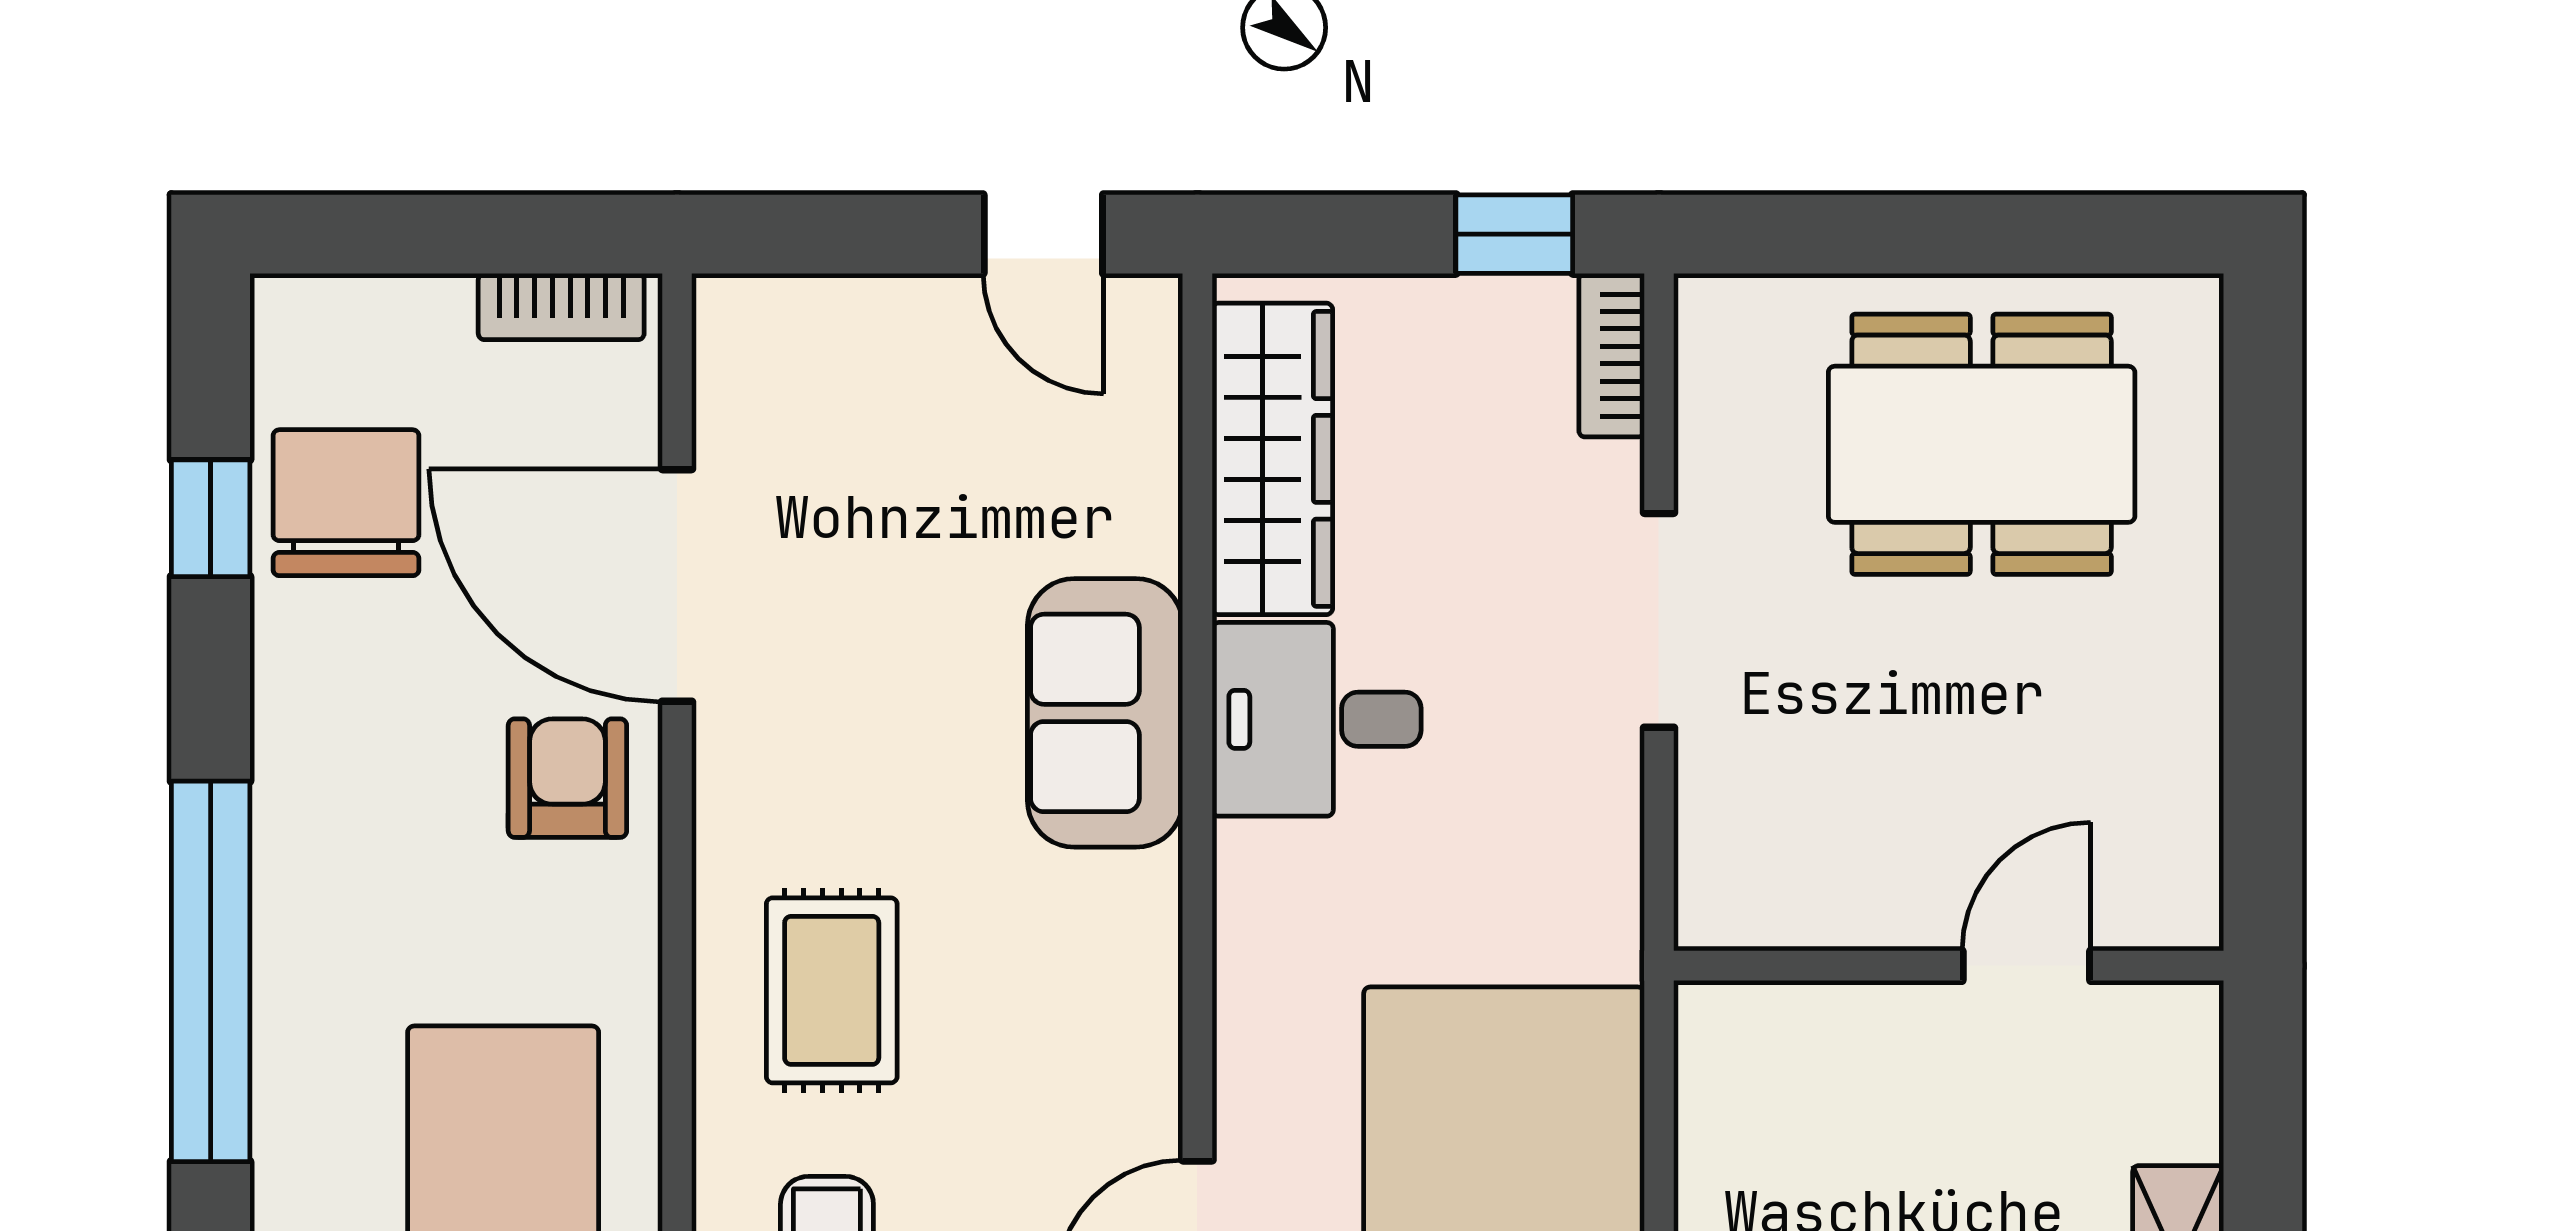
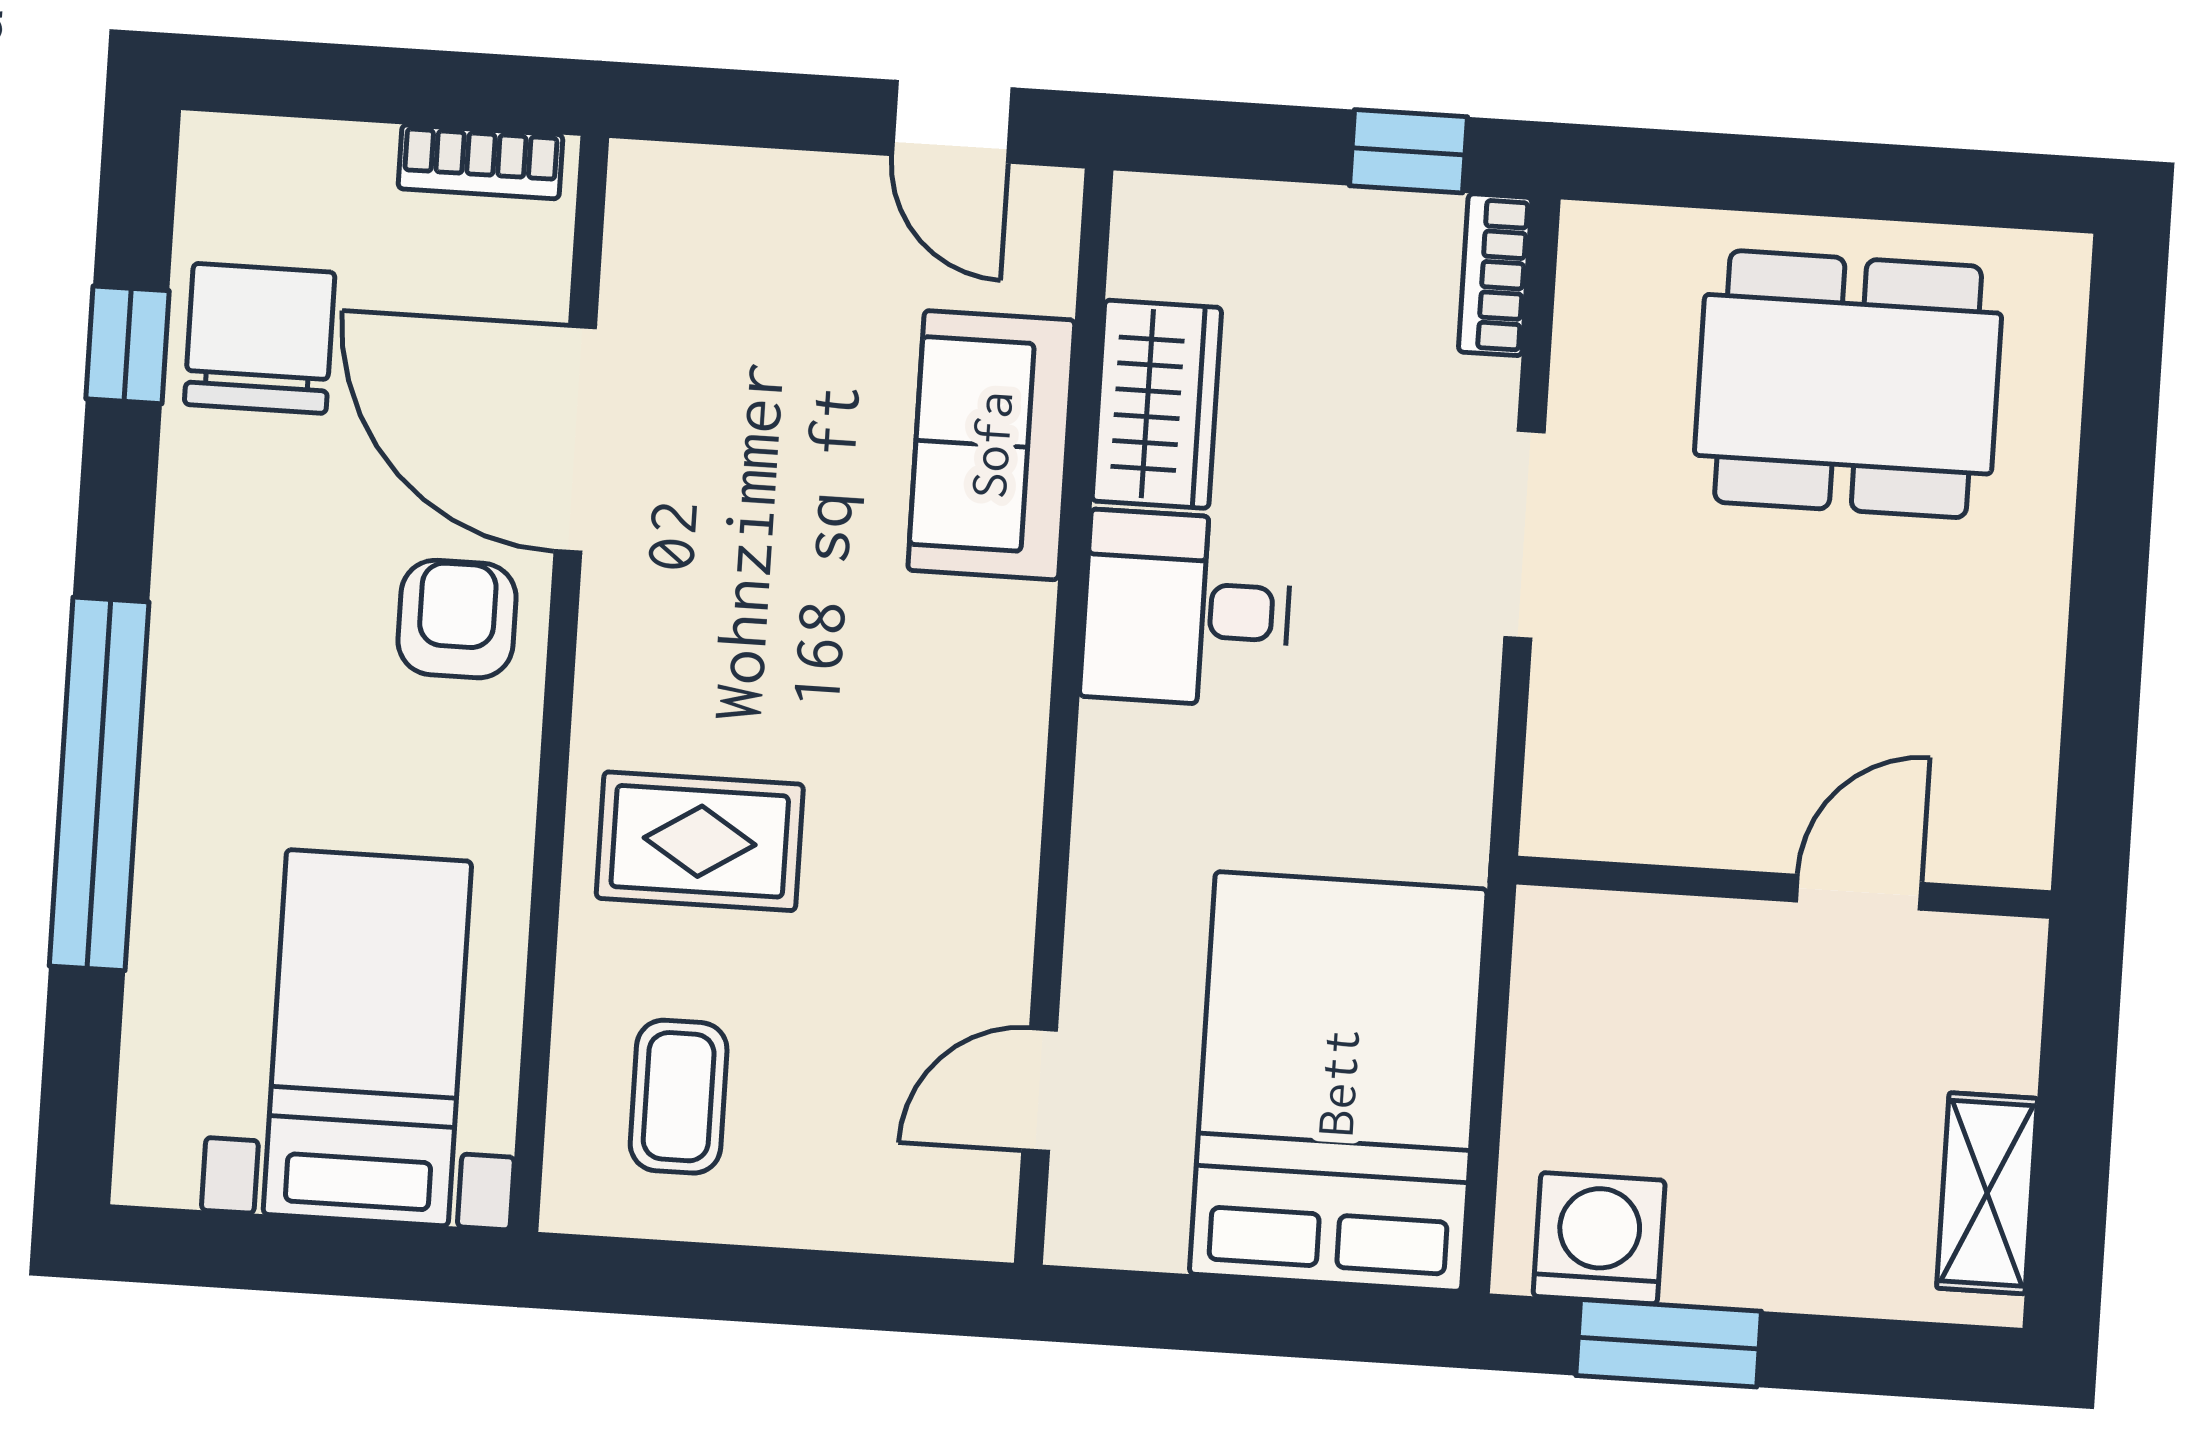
wardrobe: (1272, 459) -> (1157, 404), width x0.67
sofa: (1105, 713) -> (991, 445), moved
rug: (832, 990) -> (700, 841), turned 90

